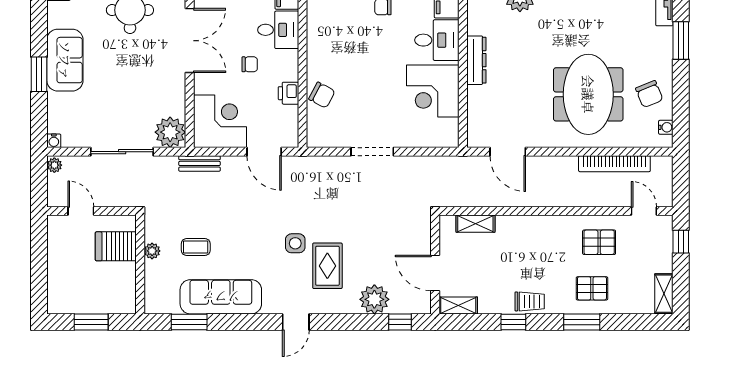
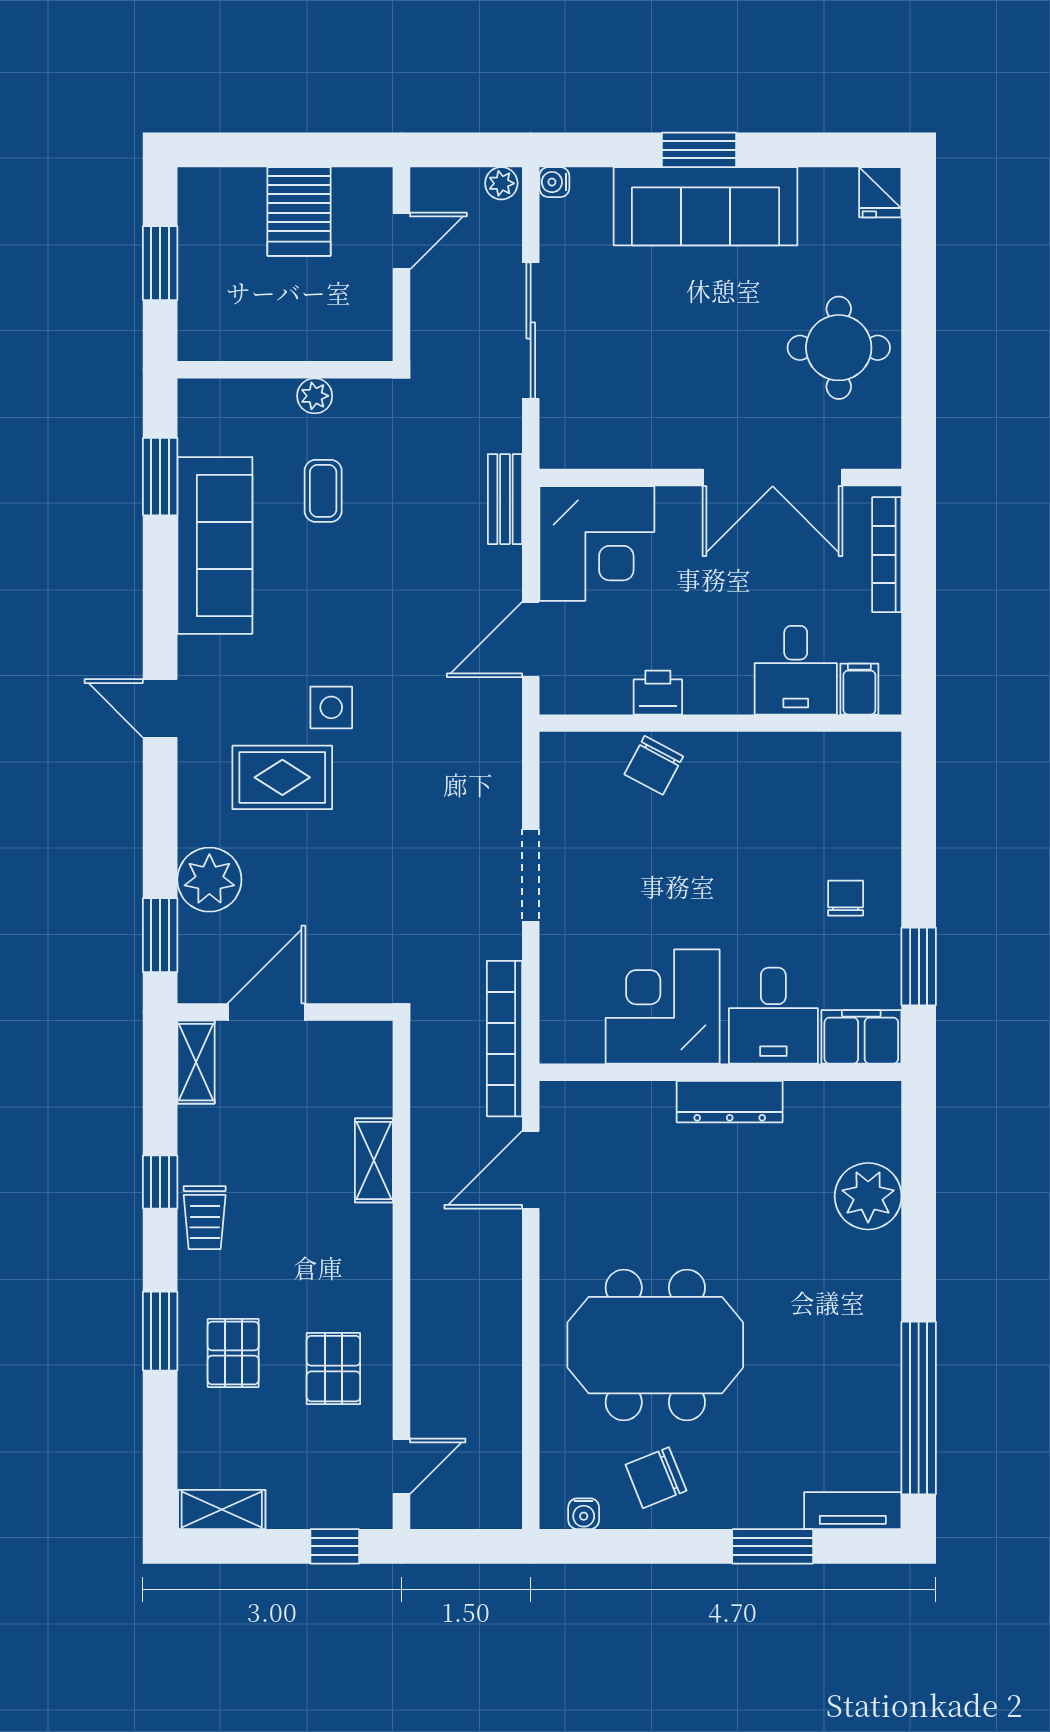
sofa: (65, 60) -> (705, 206), width x1.36
chair: (250, 64) -> (721, 608), removed
plant: (170, 132) -> (573, 435), removed
bookcase: (614, 164) -> (504, 1039), moved
shelving: (475, 224) -> (374, 1160), moved
server rack: (116, 246) -> (299, 211), moved, turned 180
window: (400, 322) -> (160, 935), width x1.50

